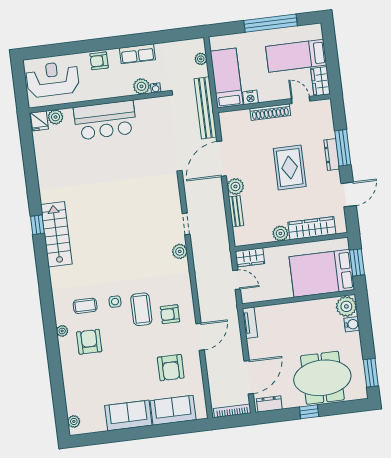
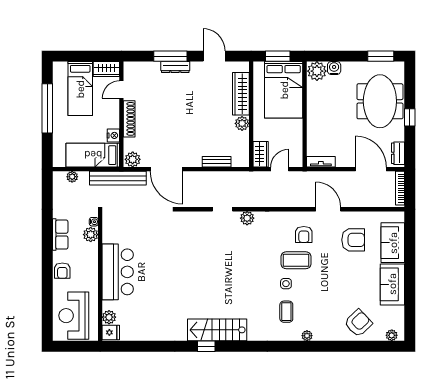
rug: (290, 168) -> (182, 107), removed
plant: (235, 186) -> (133, 159), moved
armchair: (89, 342) -> (358, 323), moved, turned 136

